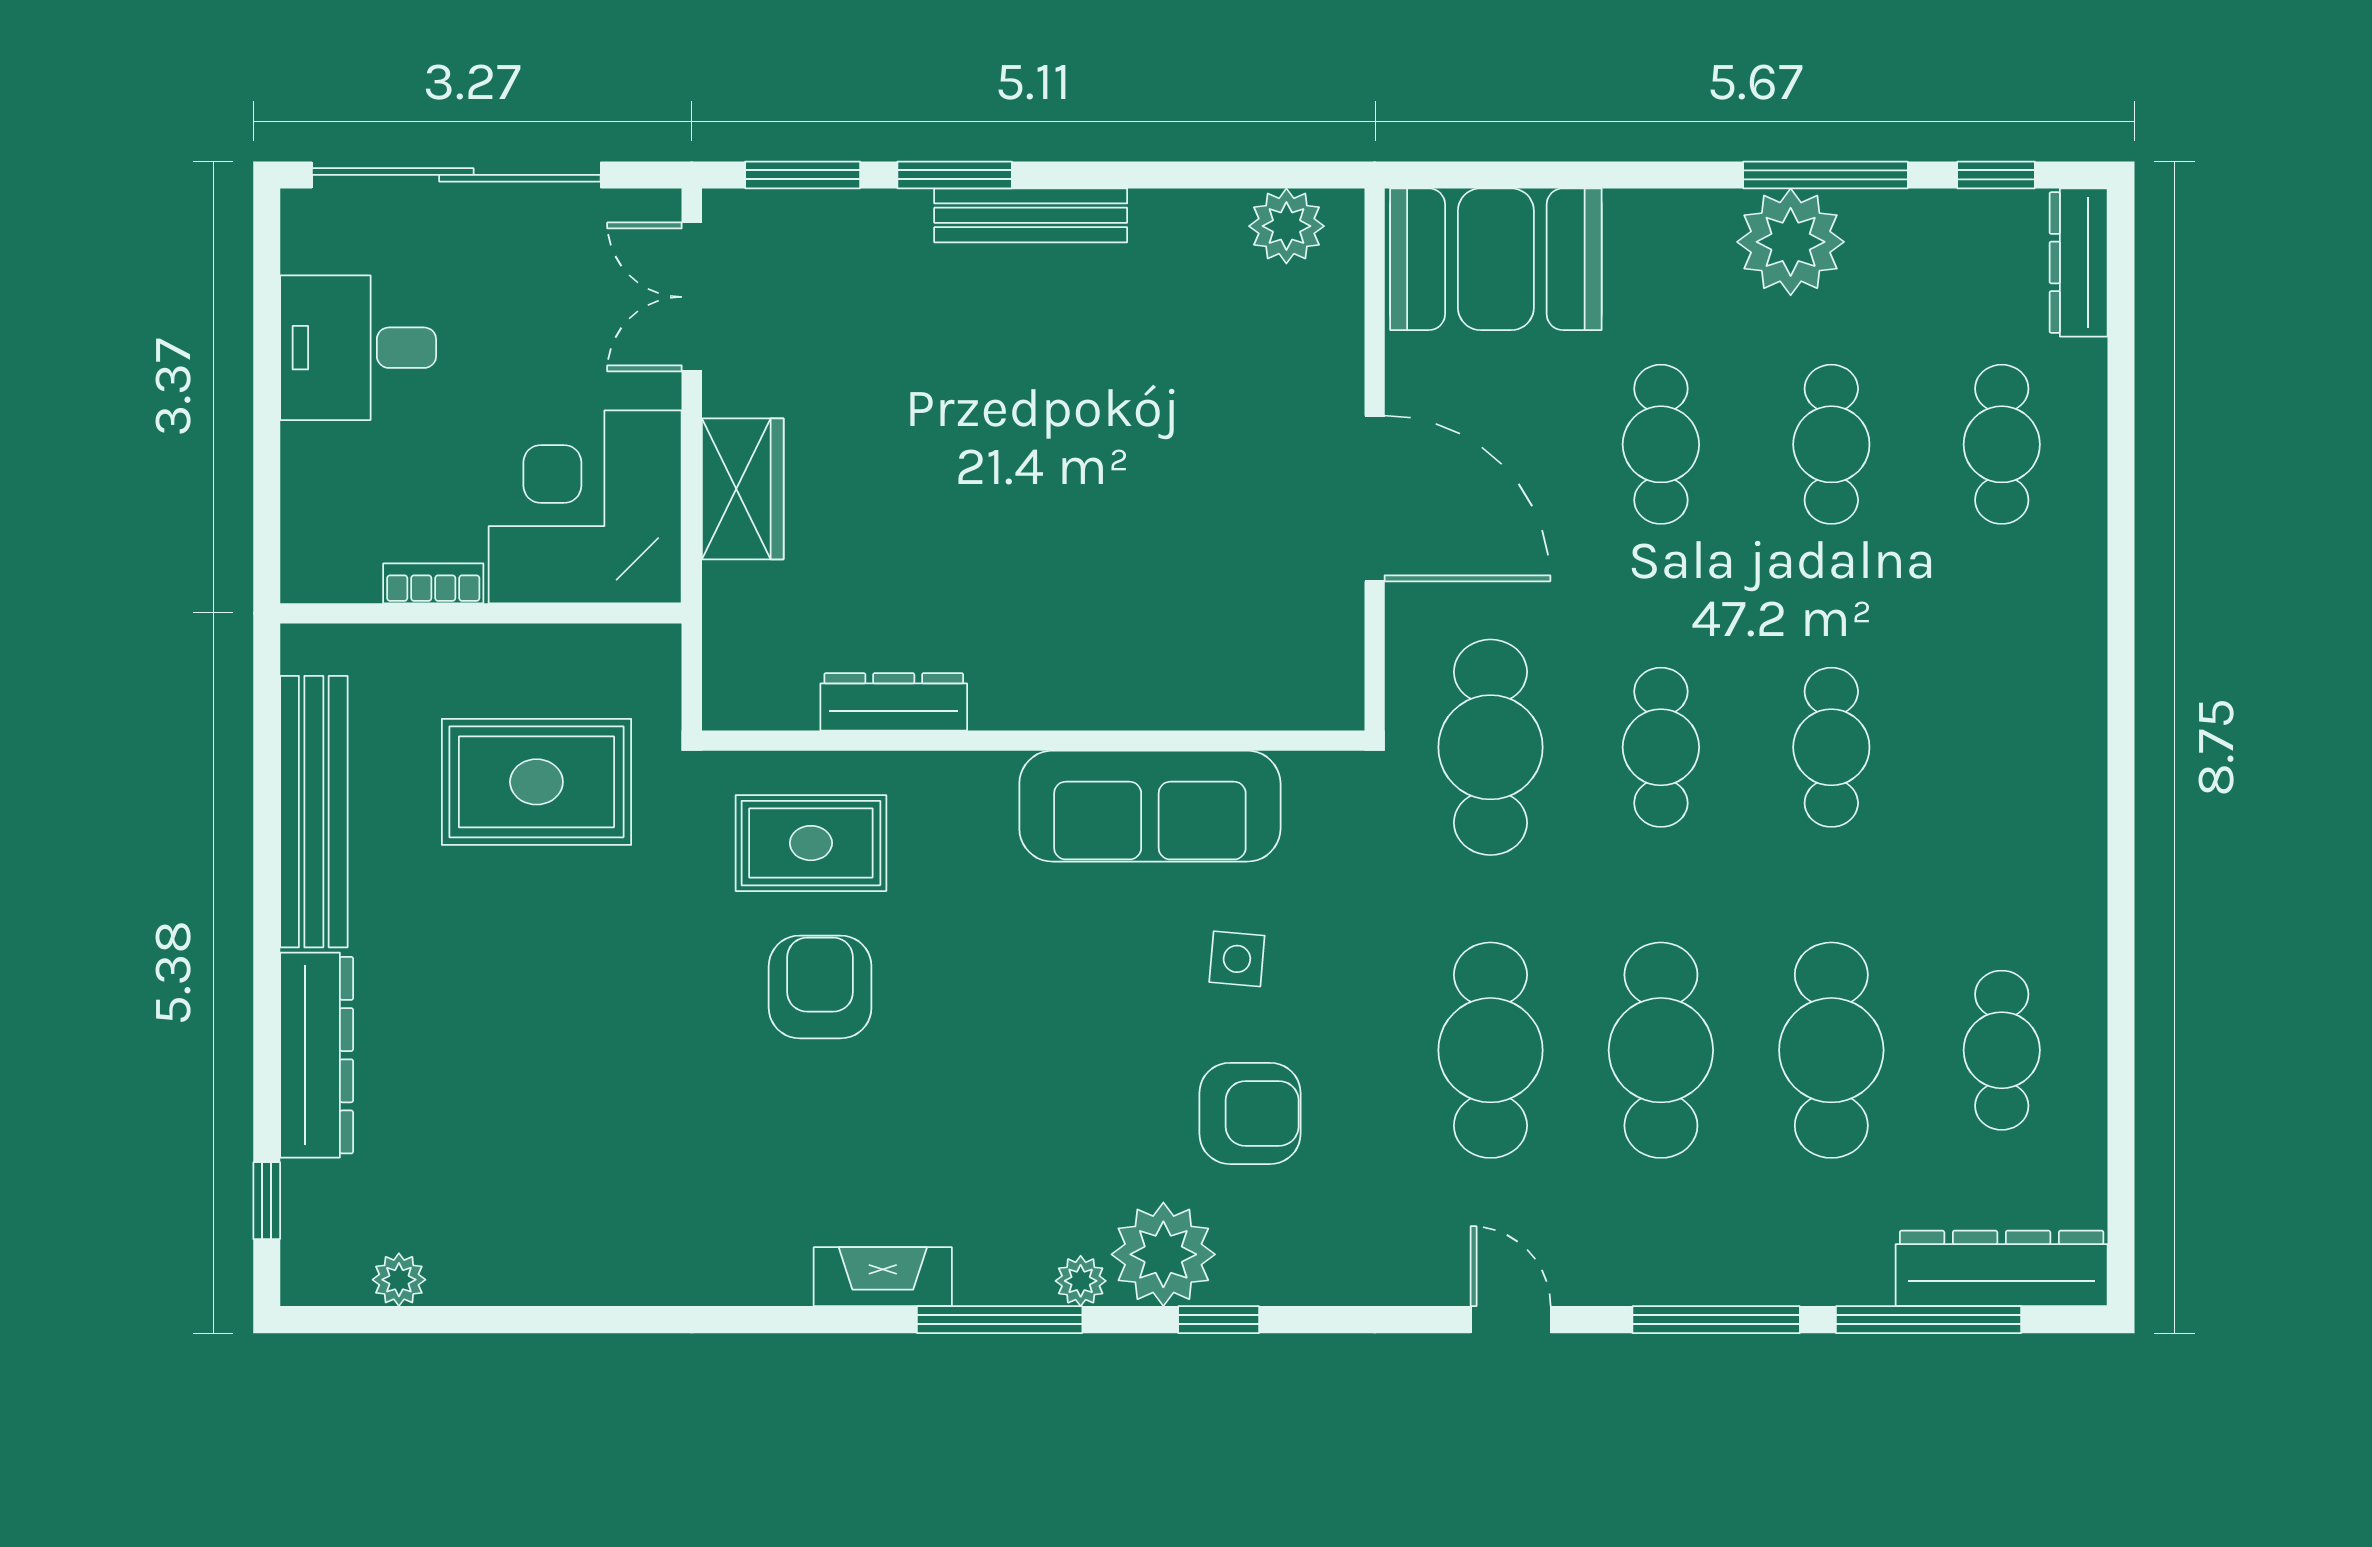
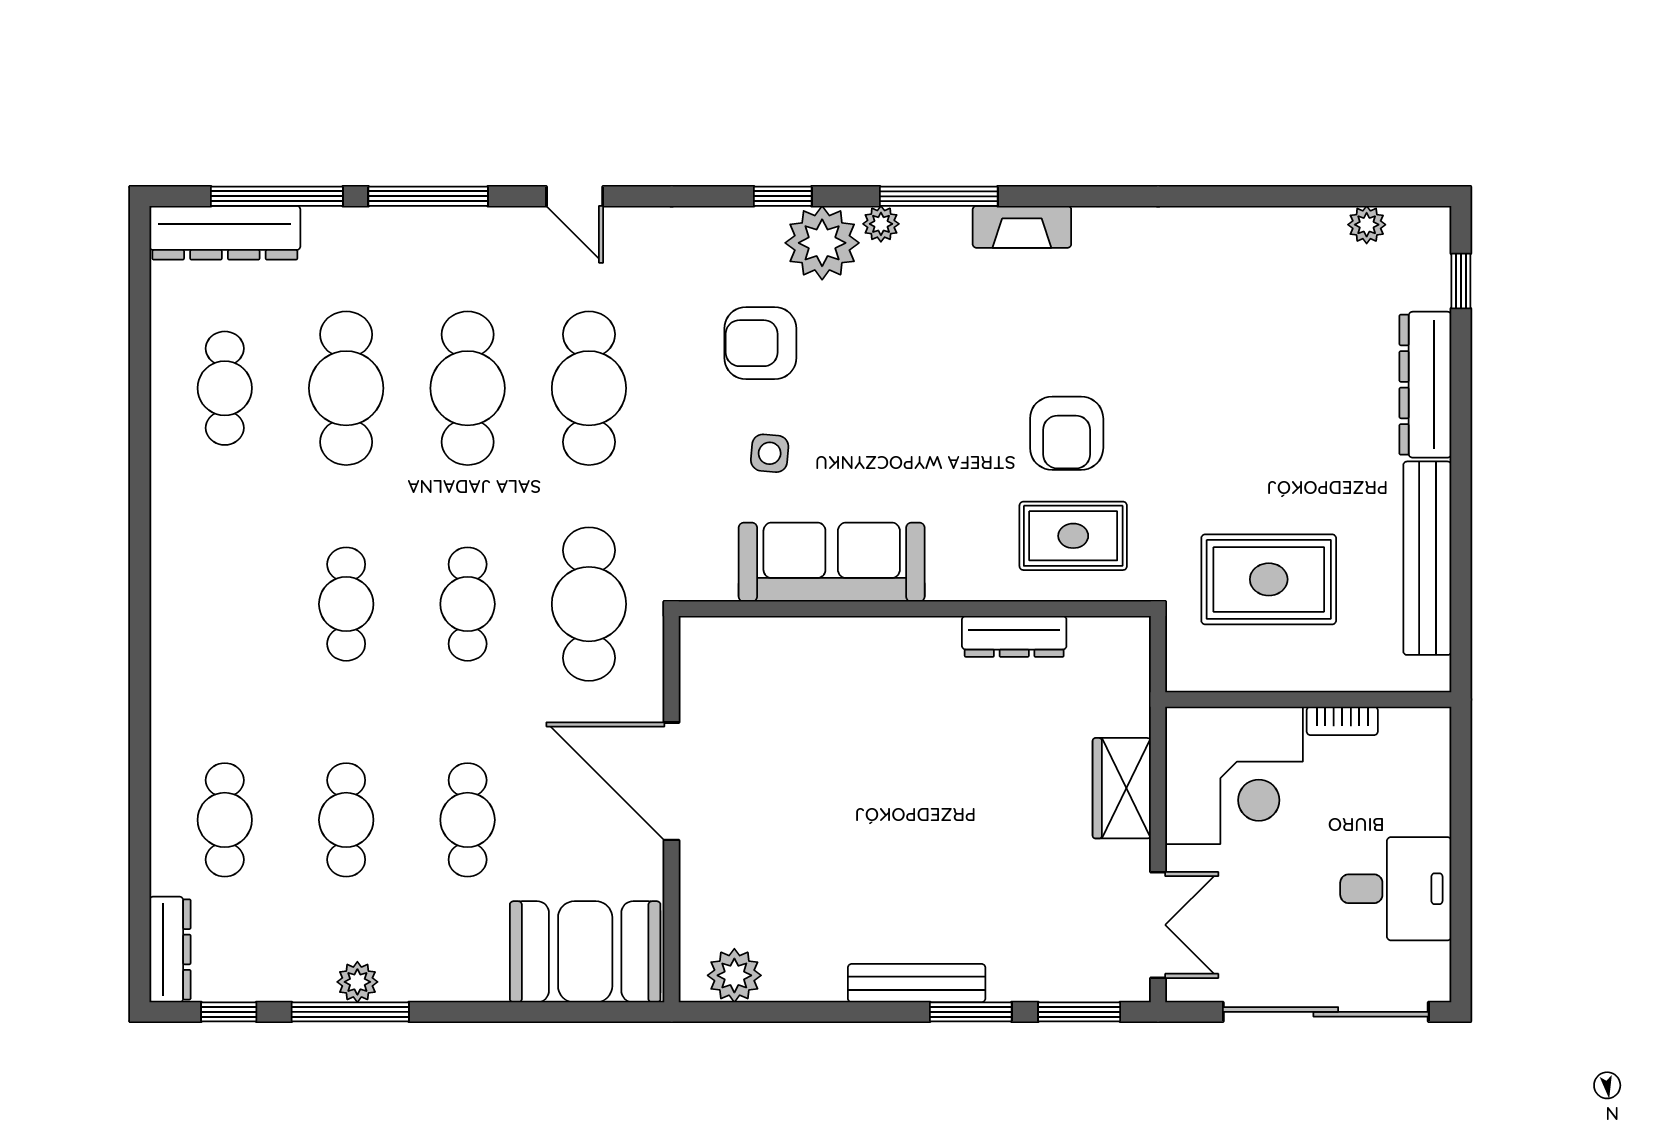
plant: (1791, 242) -> (357, 982), width x0.53, depth x0.53

